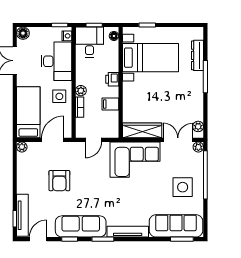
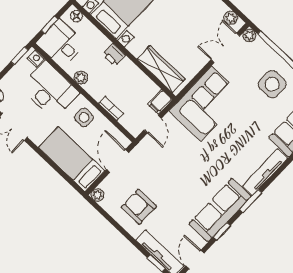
plant: (81, 91) -> (81, 78), moved
filing cabinet: (110, 104) -> (160, 102), moved
wardrobe: (142, 130) -> (161, 69), moved, turned 90
armchair: (59, 181) -> (139, 207), moved, turned 180

